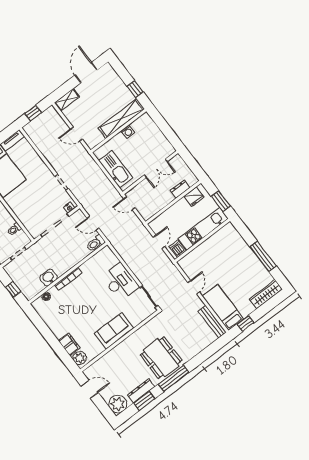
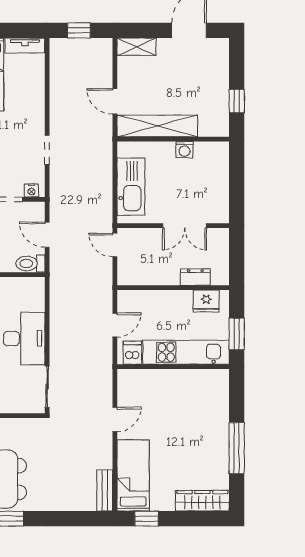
shelving: (121, 119) -> (157, 126), moved
bench: (212, 322) -> (105, 491), width x0.73

